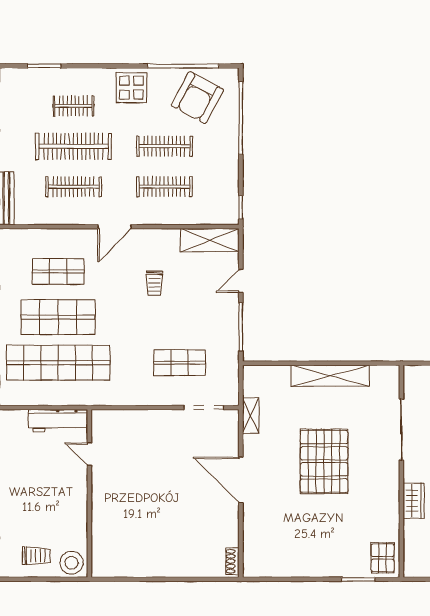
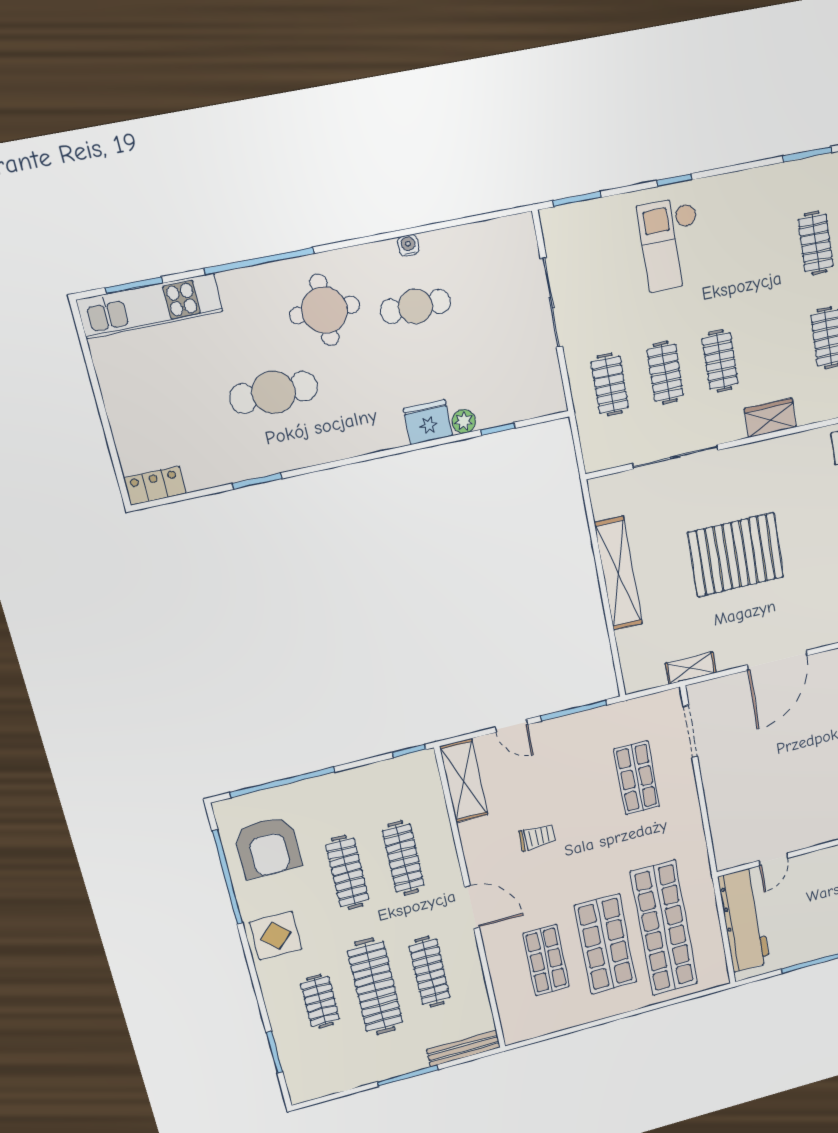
armchair: (197, 98) -> (268, 847), turned 62
workbench: (58, 420) -> (744, 920), width x1.36, depth x1.32

